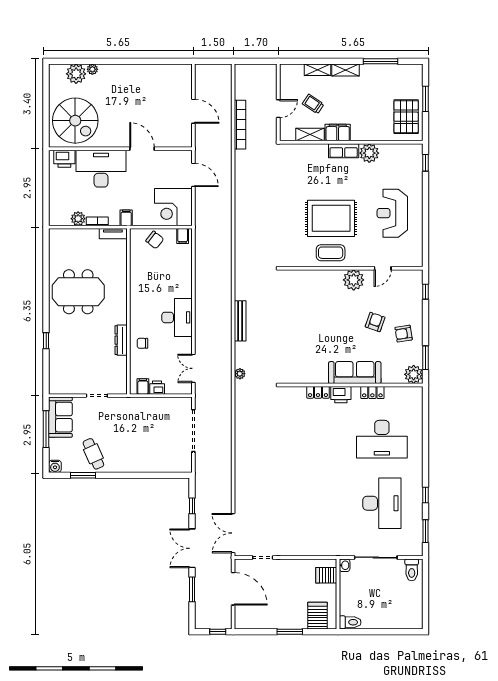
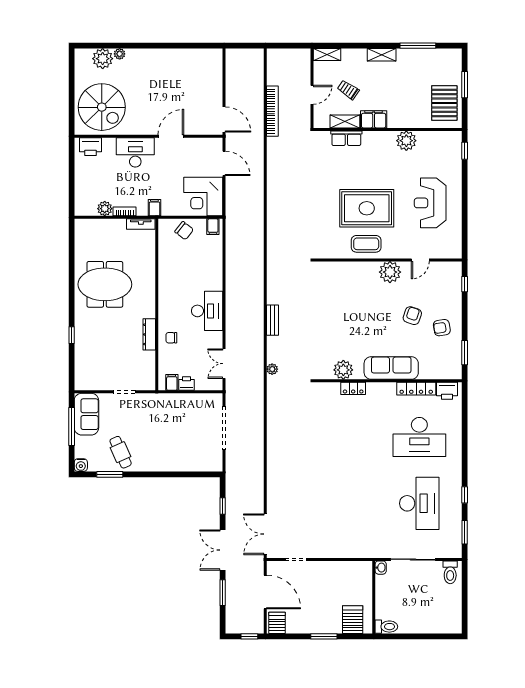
shelving: (318, 70) -> (327, 54), moved
door: (193, 111) -> (224, 120), moved
door: (142, 149) -> (171, 136), hinge flipped
row of seats: (344, 151) -> (346, 138), moved
desk: (101, 169) -> (135, 152), width x0.73, depth x0.77
bench: (240, 321) -> (273, 320), width x0.73
plant: (414, 374) -> (343, 370), moved
locker: (372, 392) -> (416, 389), width x1.53
printer: (341, 395) -> (447, 391), moved
server rack: (326, 575) -> (277, 623), moved, turned 90

